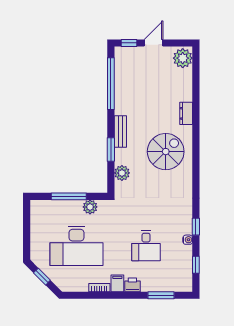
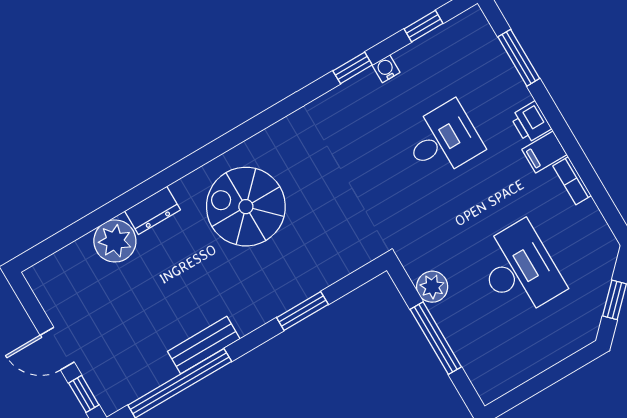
plant: (183, 58) -> (115, 241), moved
bench: (120, 132) -> (204, 345), moved
plant: (122, 173) -> (334, 265), removed
desk: (76, 246) -> (519, 269), width x0.73, depth x0.77

